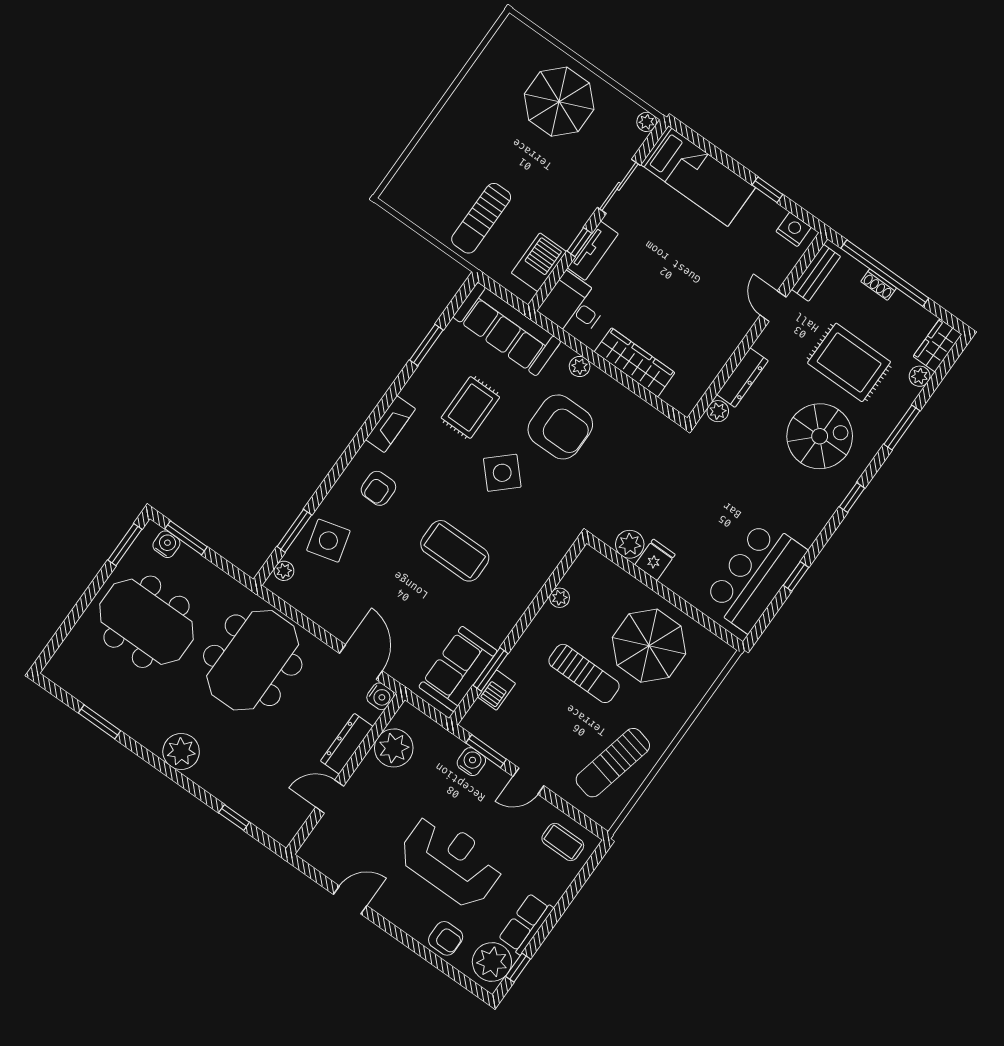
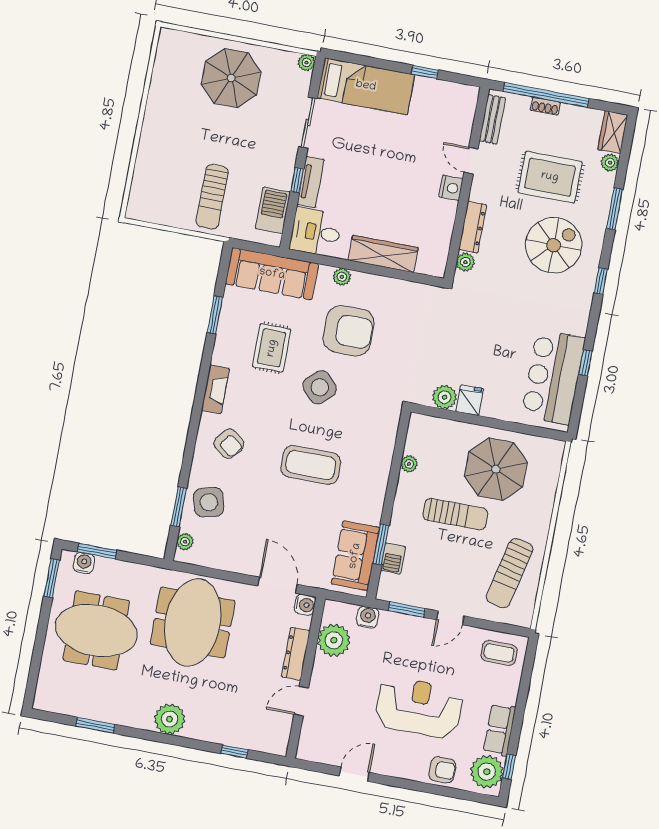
nightstand: (794, 229) -> (451, 188), moved, turned 90
armchair: (378, 488) -> (229, 444), turned -51
water cooler: (471, 762) -> (368, 617), moved

